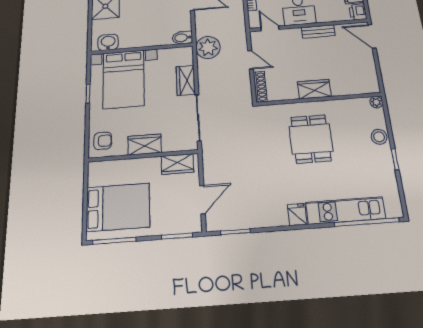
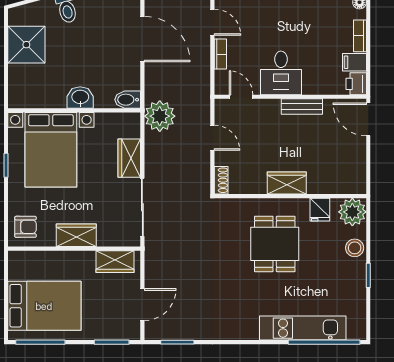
washbasin: (108, 42) -> (80, 98), moved
shoe rack: (260, 87) -> (221, 180), width x0.70
plant: (376, 102) -> (352, 212), width x1.88, depth x1.88
fridge: (297, 215) -> (320, 210), moved, turned 180

